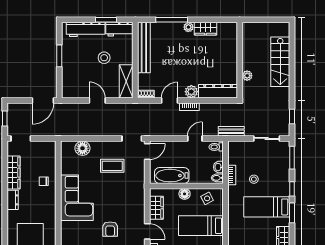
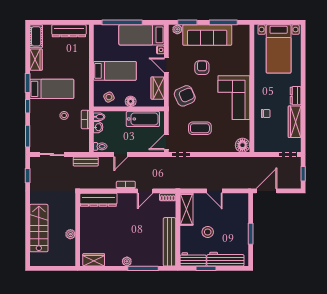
wardrobe: (205, 29) -> (94, 260), moved
plant: (247, 76) -> (70, 234), moved
plant: (191, 92) -> (124, 199), removed
floor lamp: (82, 148) -> (242, 145), moved
armchair: (128, 200) -> (185, 96), added

